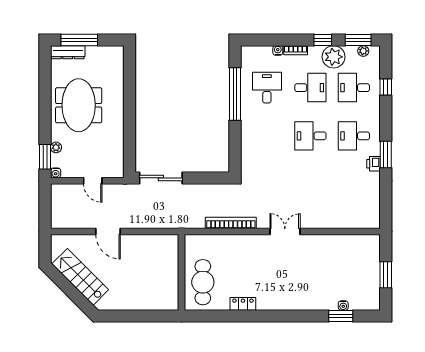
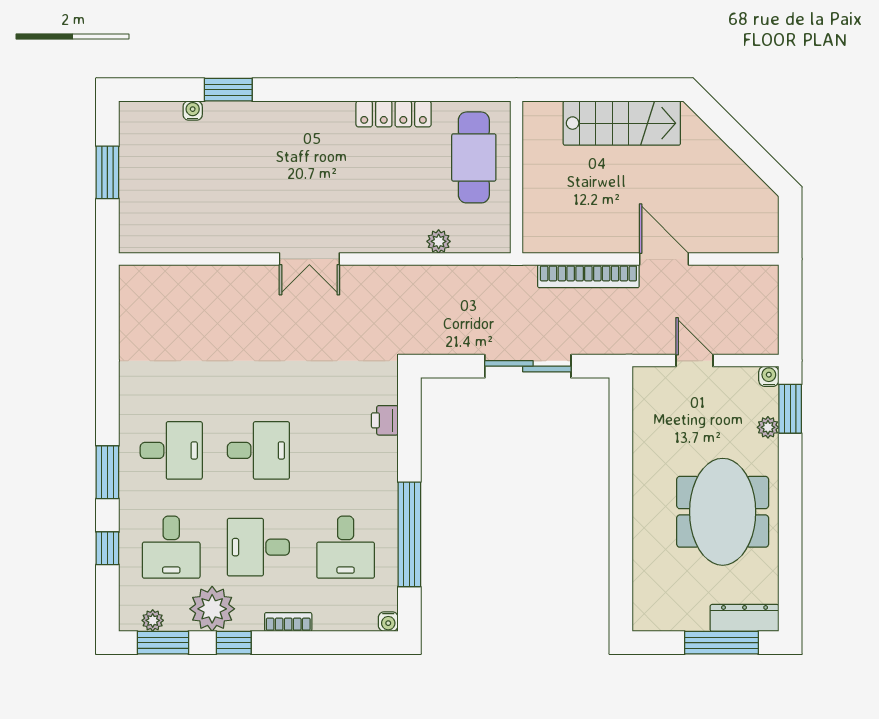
water cooler: (278, 50) -> (388, 622), moved
desk: (354, 88) -> (171, 547), turned 90
window: (386, 154) -> (107, 472), moved
printer: (373, 164) -> (385, 420), moved, turned 180
sliding door: (161, 178) -> (528, 366), moved
bookcase: (231, 223) -> (588, 276), moved
plant: (220, 240) -> (439, 241), added
stairs: (80, 277) -> (622, 123), moved, turned -45
locker: (243, 304) -> (394, 114), width x1.53
window: (341, 316) -> (228, 90), moved

